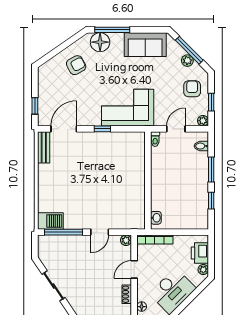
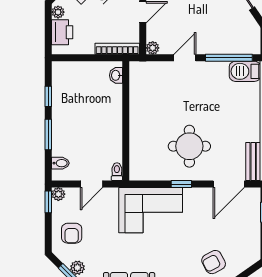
window: (211, 102) -> (48, 202), moved
round table: (96, 160) -> (189, 146), added

